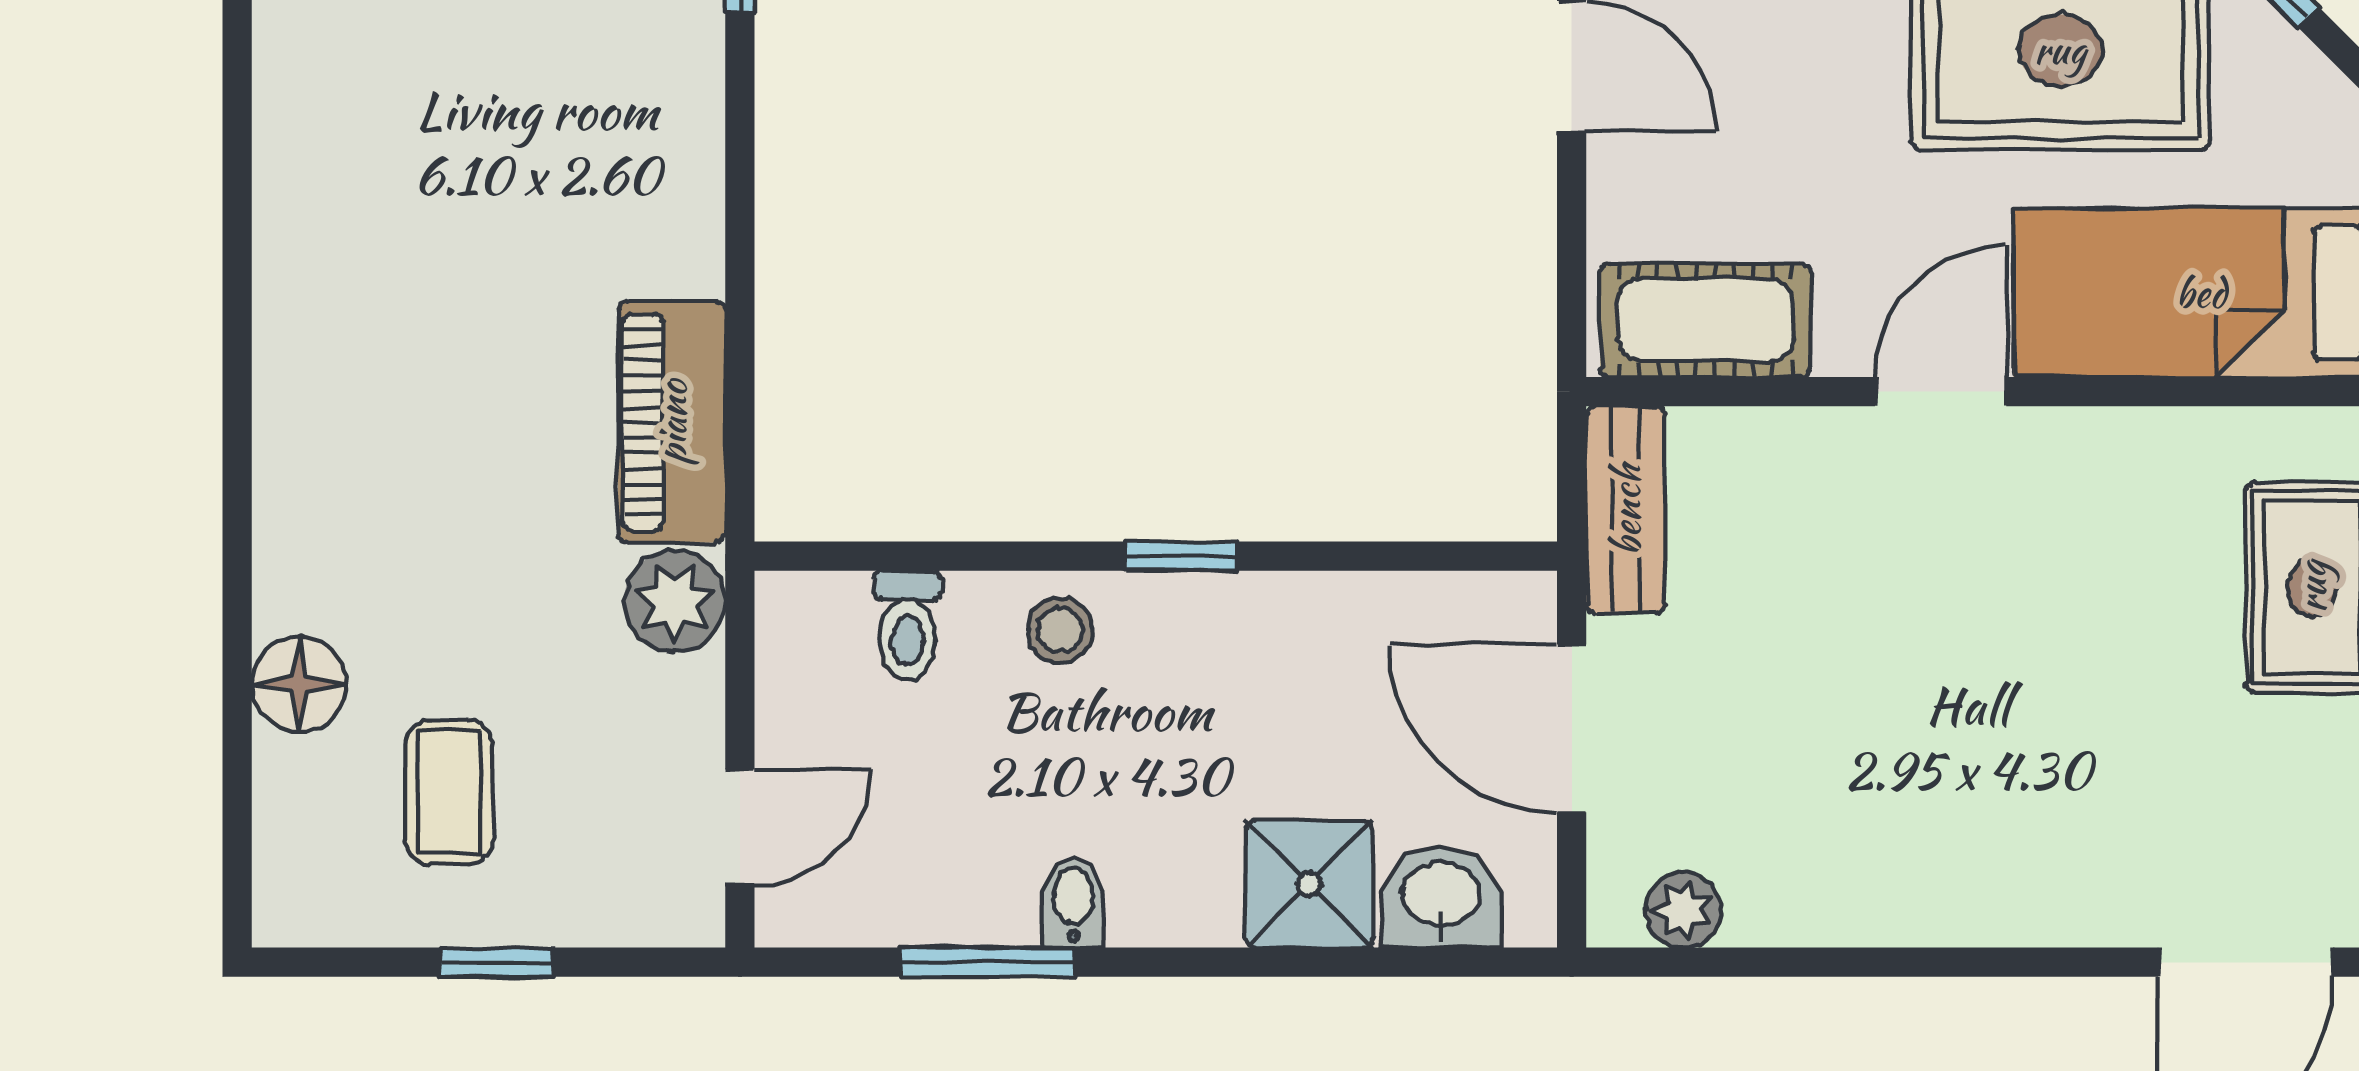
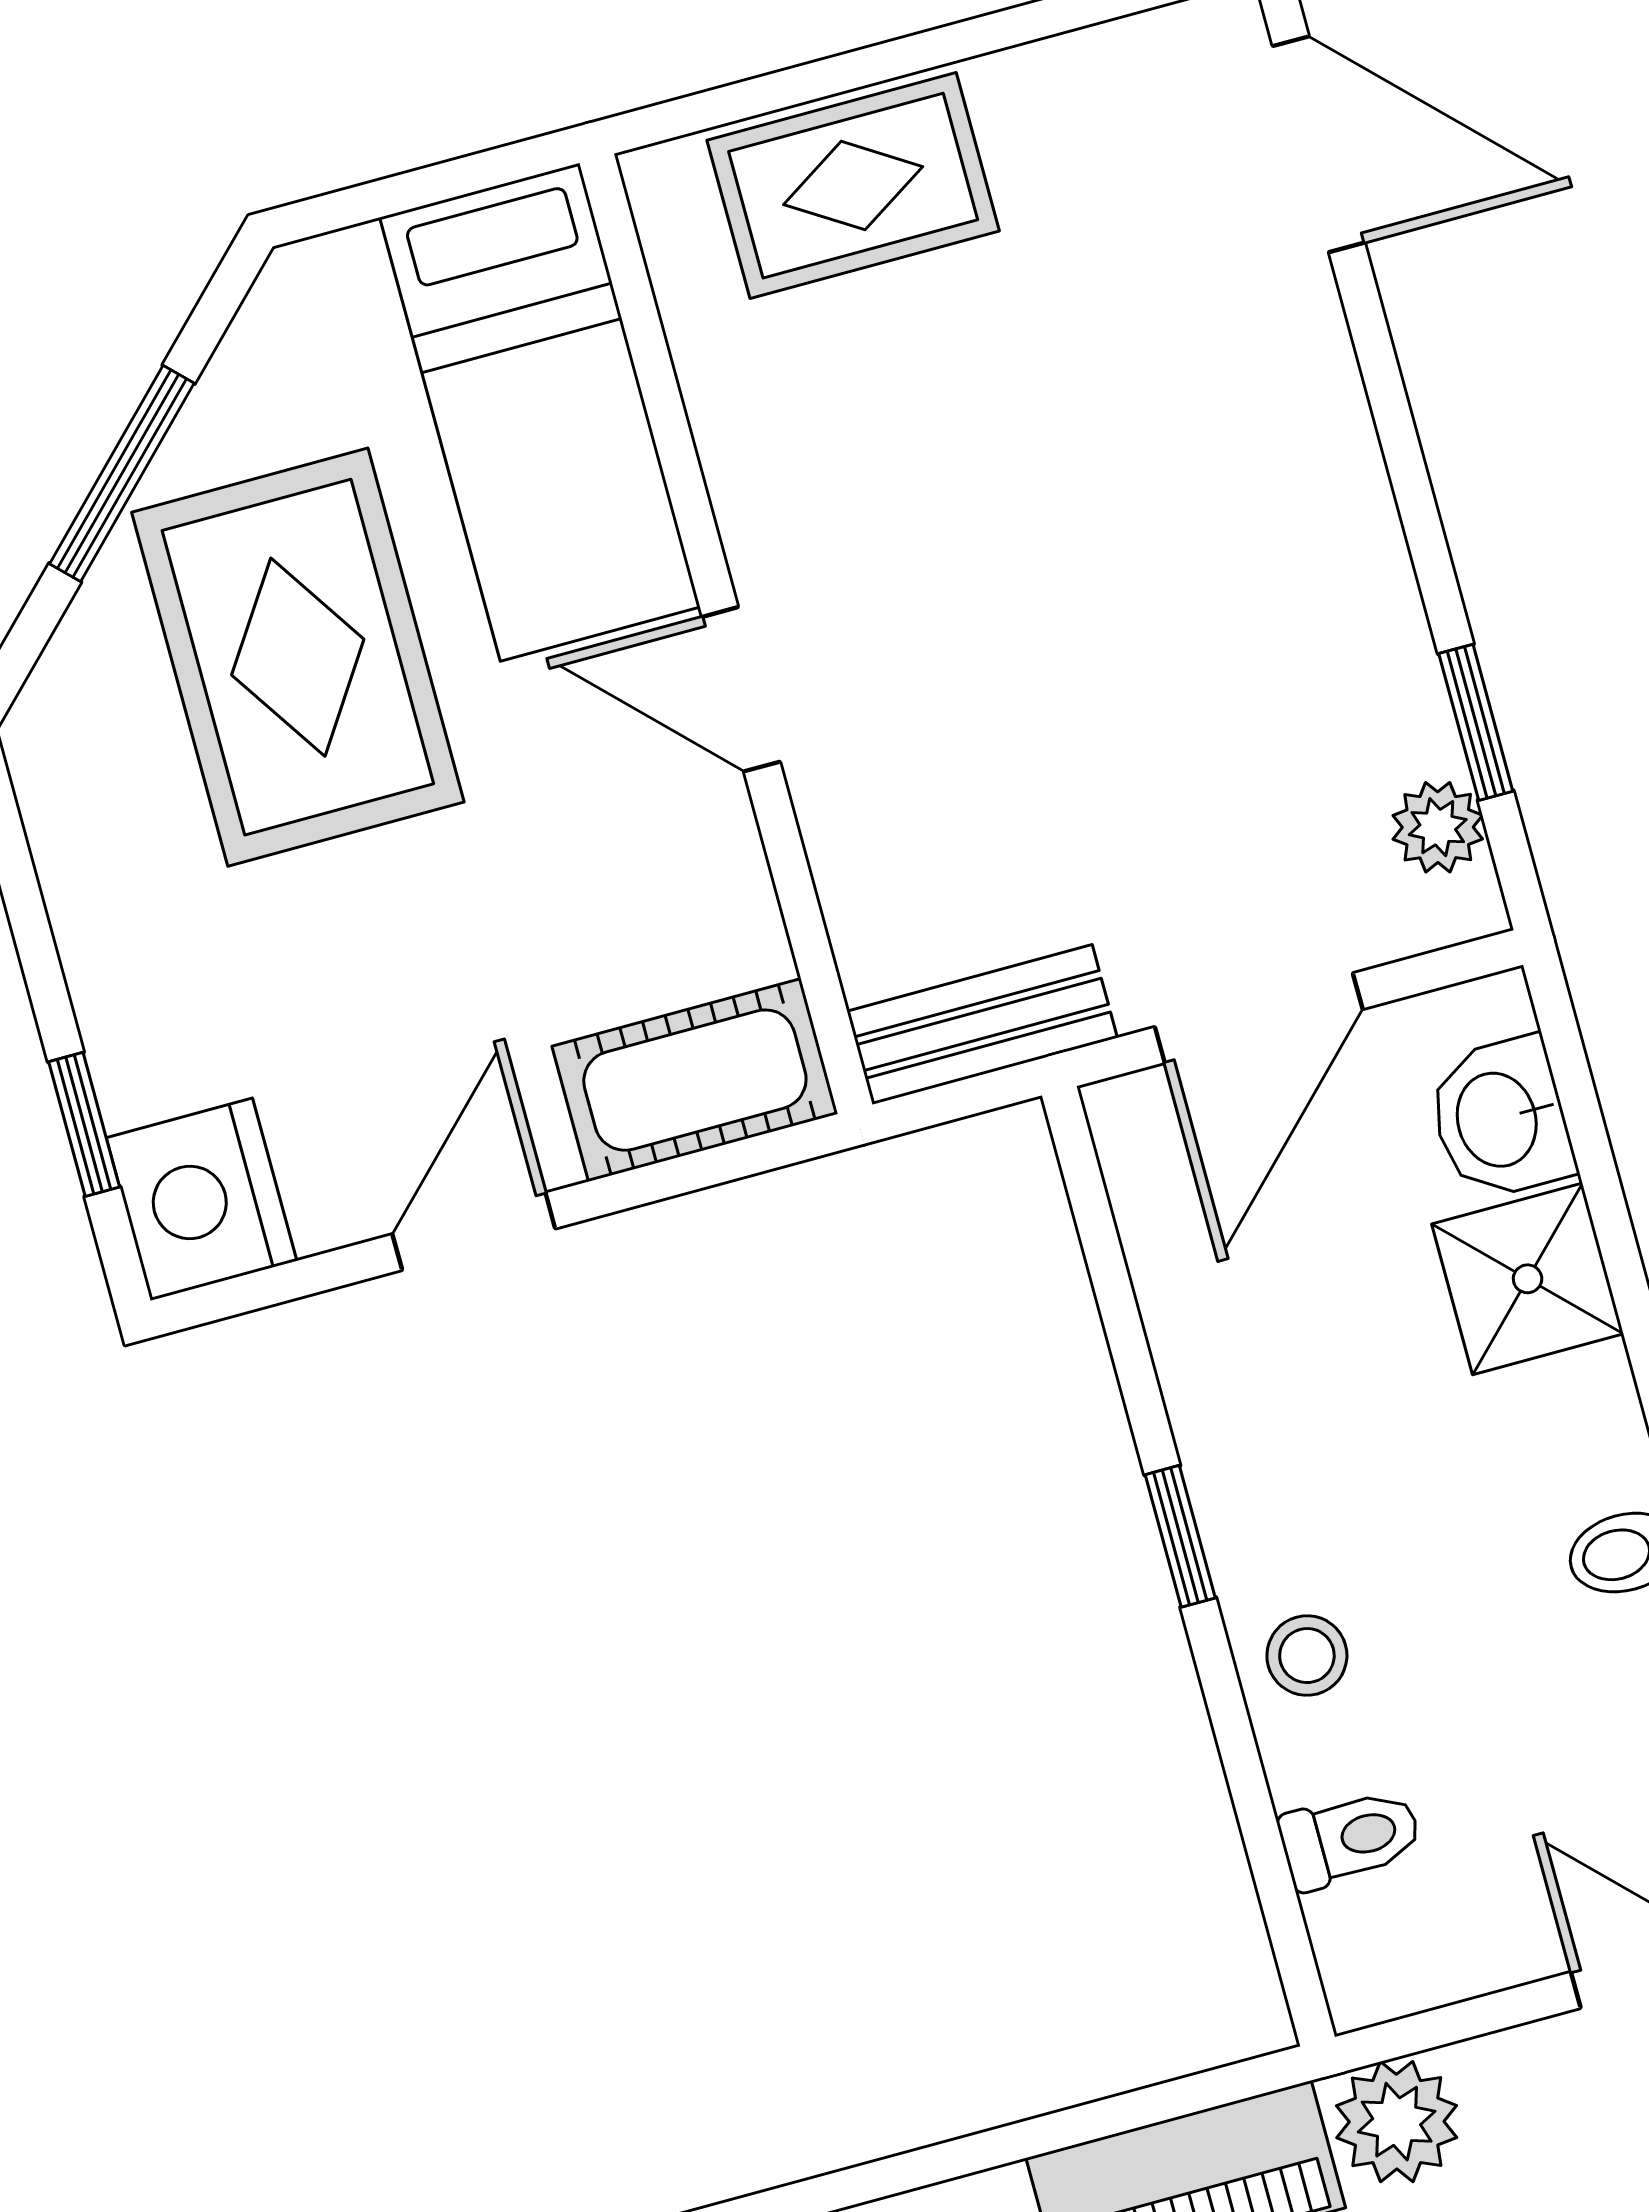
cot: (1706, 320) -> (695, 1080), moved, turned 90
window: (1758, 962) -> (1476, 722), added

